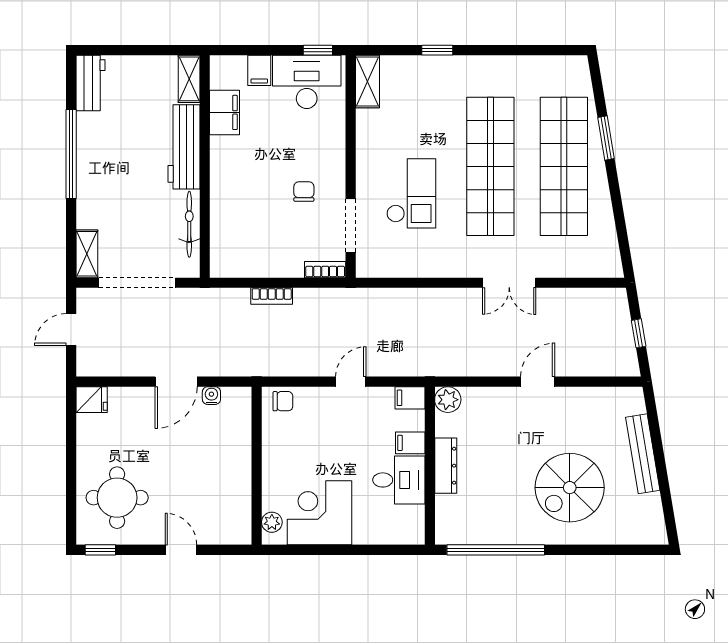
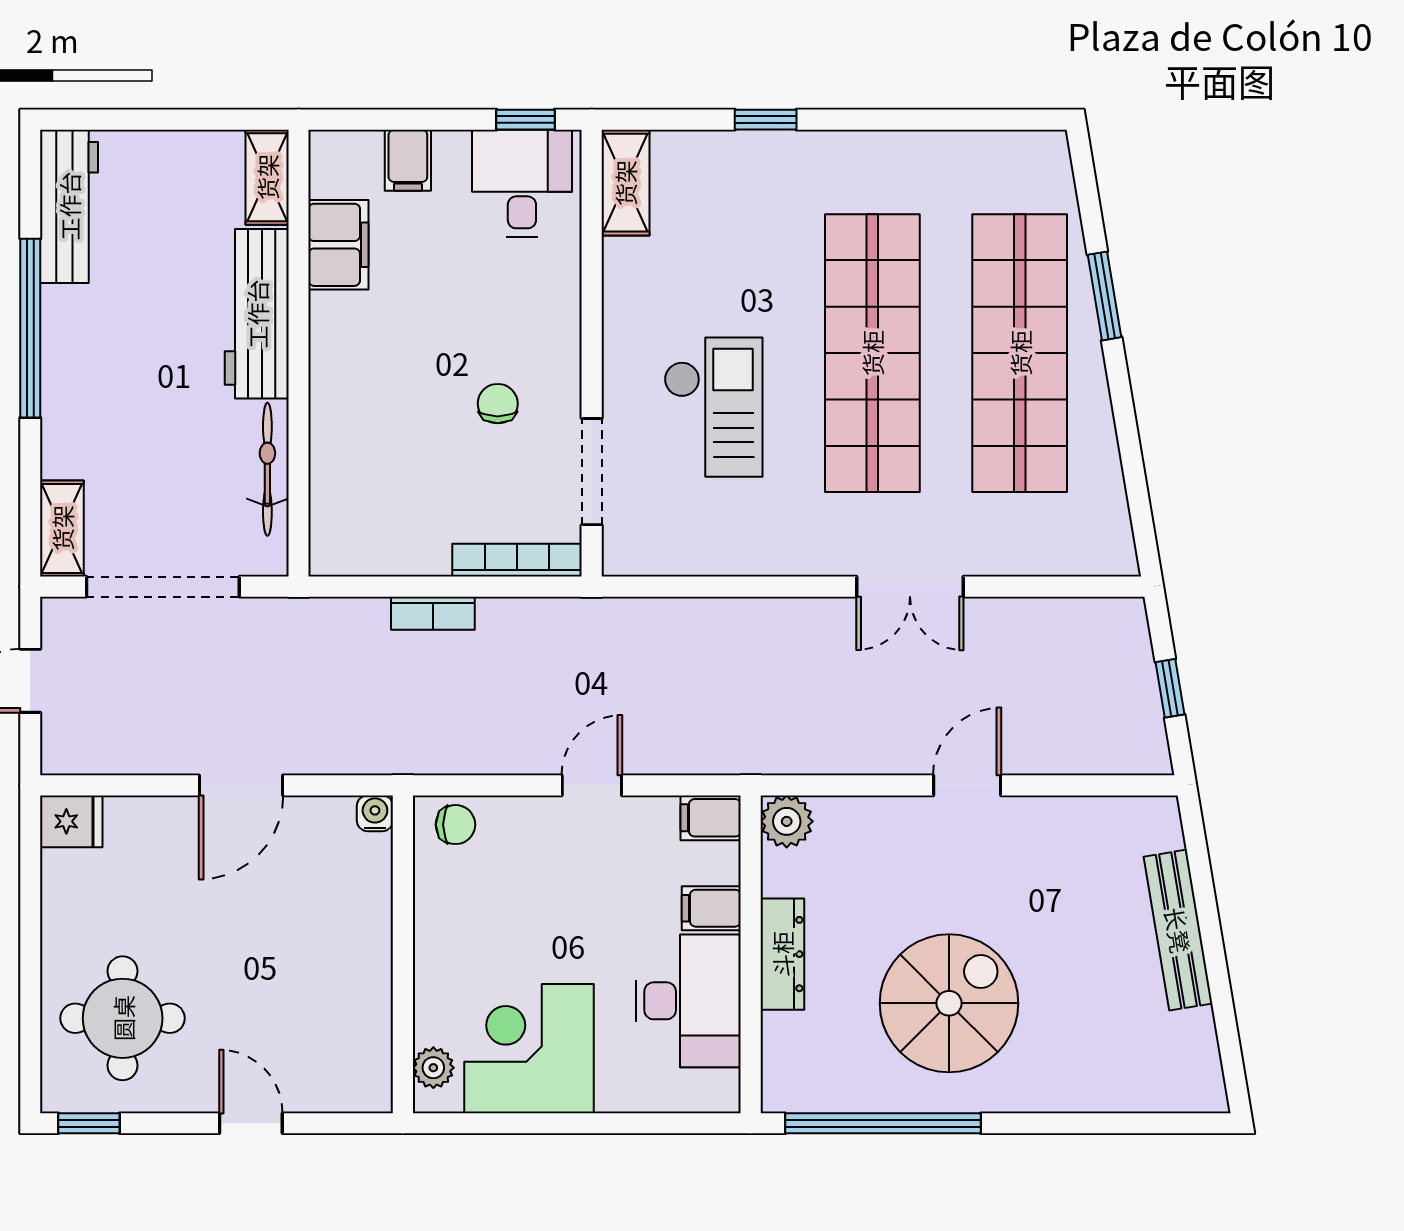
desk: (307, 82) -> (522, 183), width x0.73
workbench: (90, 83) -> (69, 206), width x1.38
bookcase: (325, 270) -> (517, 560), width x1.56
water cooler: (211, 396) -> (375, 813), moved
desk: (399, 480) -> (688, 1001), width x1.37
spiral stairs: (570, 488) -> (949, 1003), moved, turned 180

